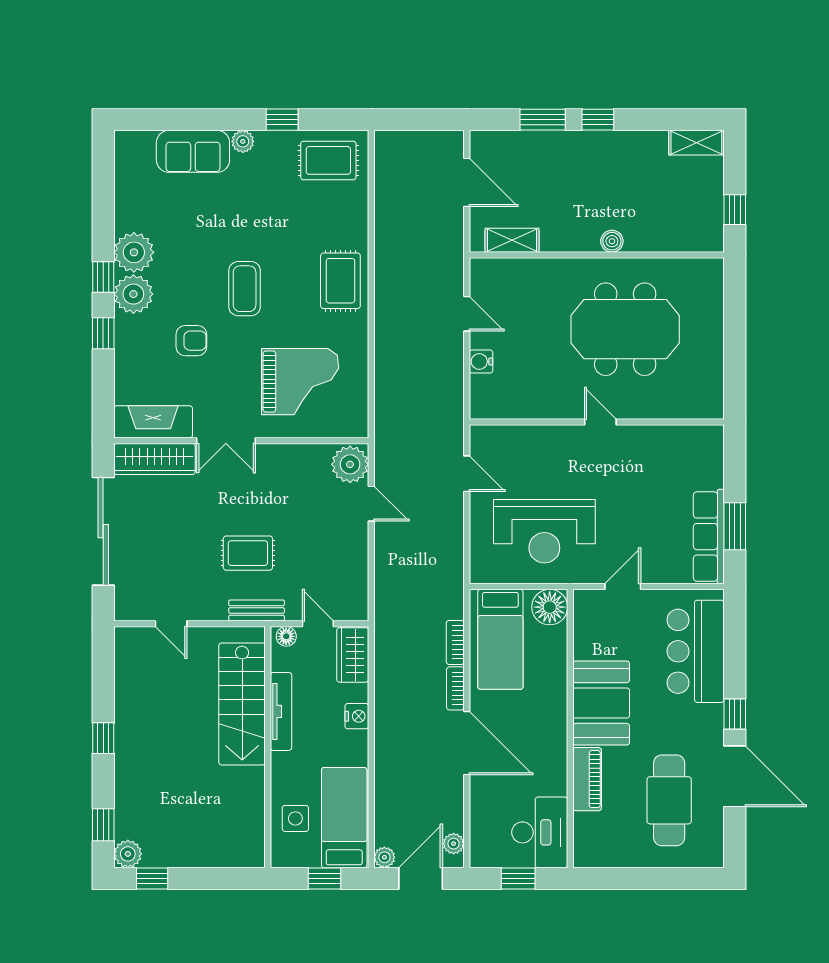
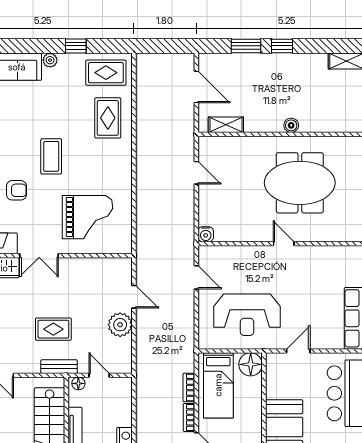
rug: (340, 281) -> (108, 118), moved
water cooler: (481, 362) -> (206, 234), moved, turned -90
plant: (350, 464) -> (120, 325), moved
wardrobe: (353, 655) -> (122, 396), removed

